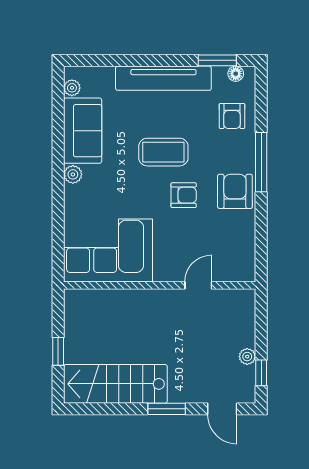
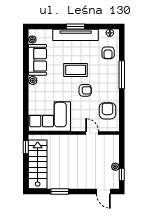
window: (217, 60) -> (75, 27), moved
armchair: (235, 191) -> (108, 111), moved
door: (198, 285) -> (92, 133), hinge flipped
window: (58, 351) -> (26, 147), moved
stairs: (115, 384) -> (38, 164), moved, turned 90
window: (167, 409) -> (60, 192), moved

